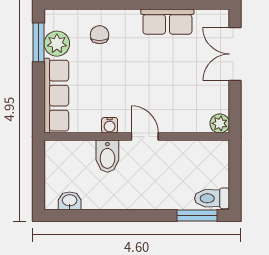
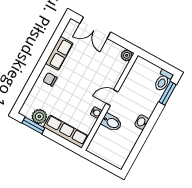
chair: (100, 35) -> (50, 79), moved
washbasin: (70, 201) -> (142, 122), moved

